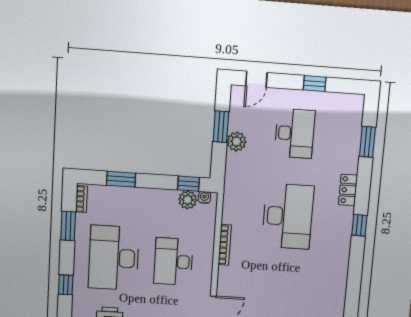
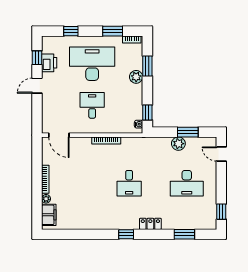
window: (315, 84) -> (221, 212), moved
plant: (188, 200) -> (136, 77), moved
desk: (288, 216) -> (129, 183), width x0.53, depth x0.77
desk: (173, 262) -> (92, 105), width x0.73

